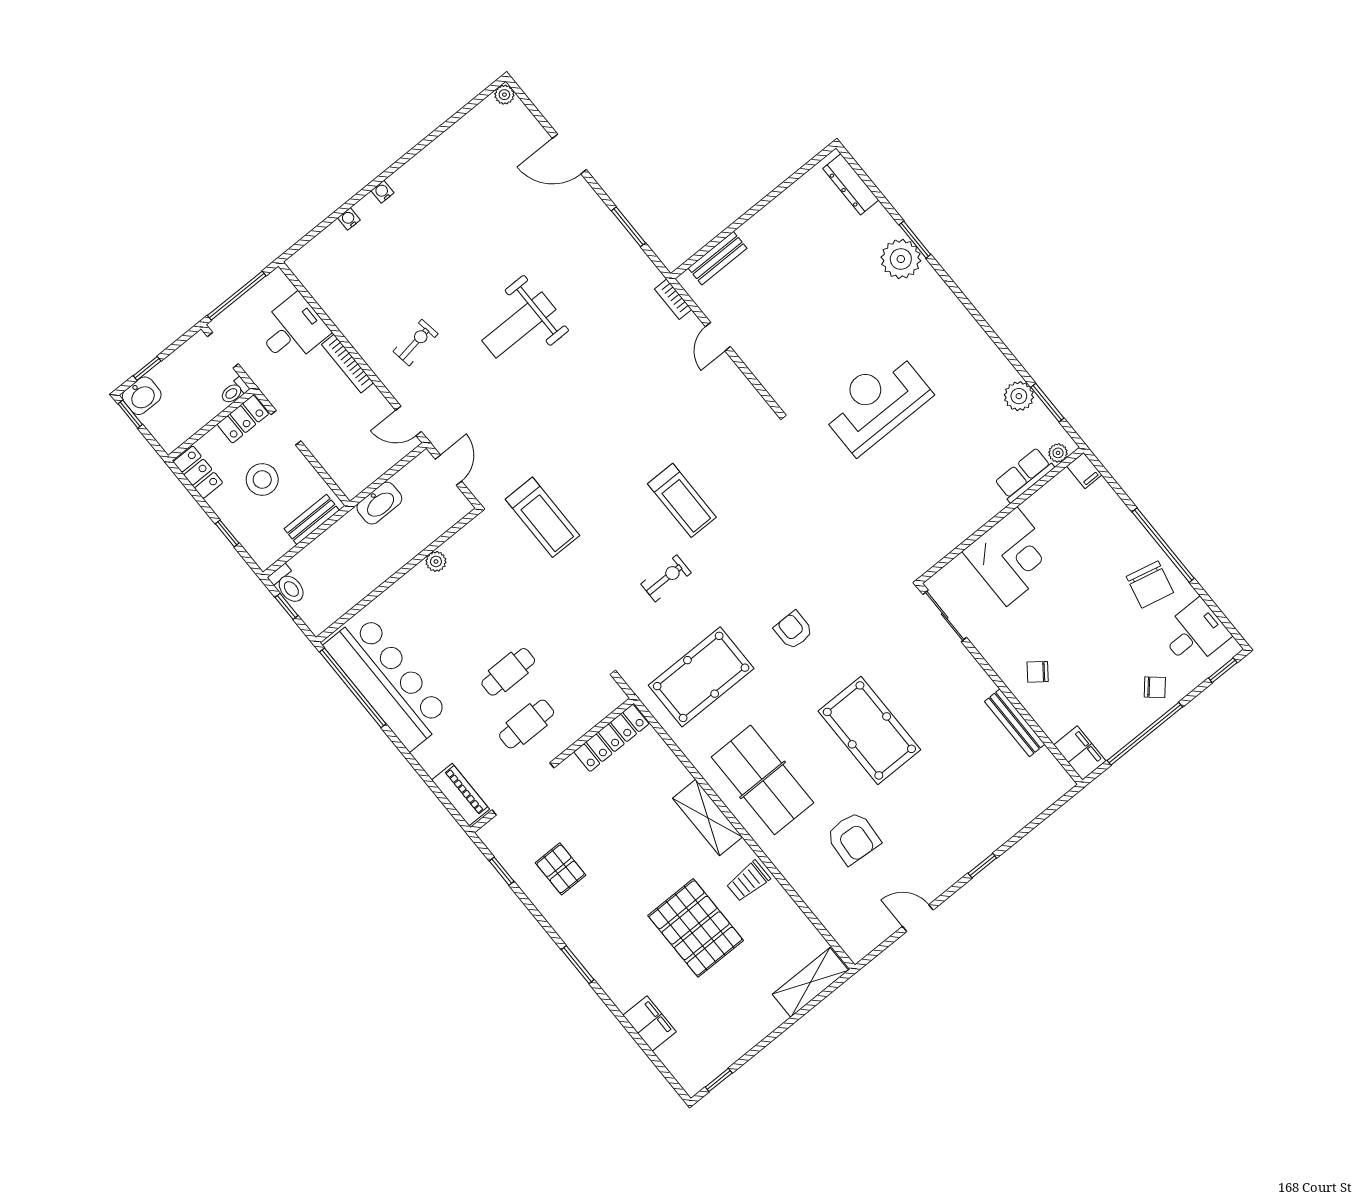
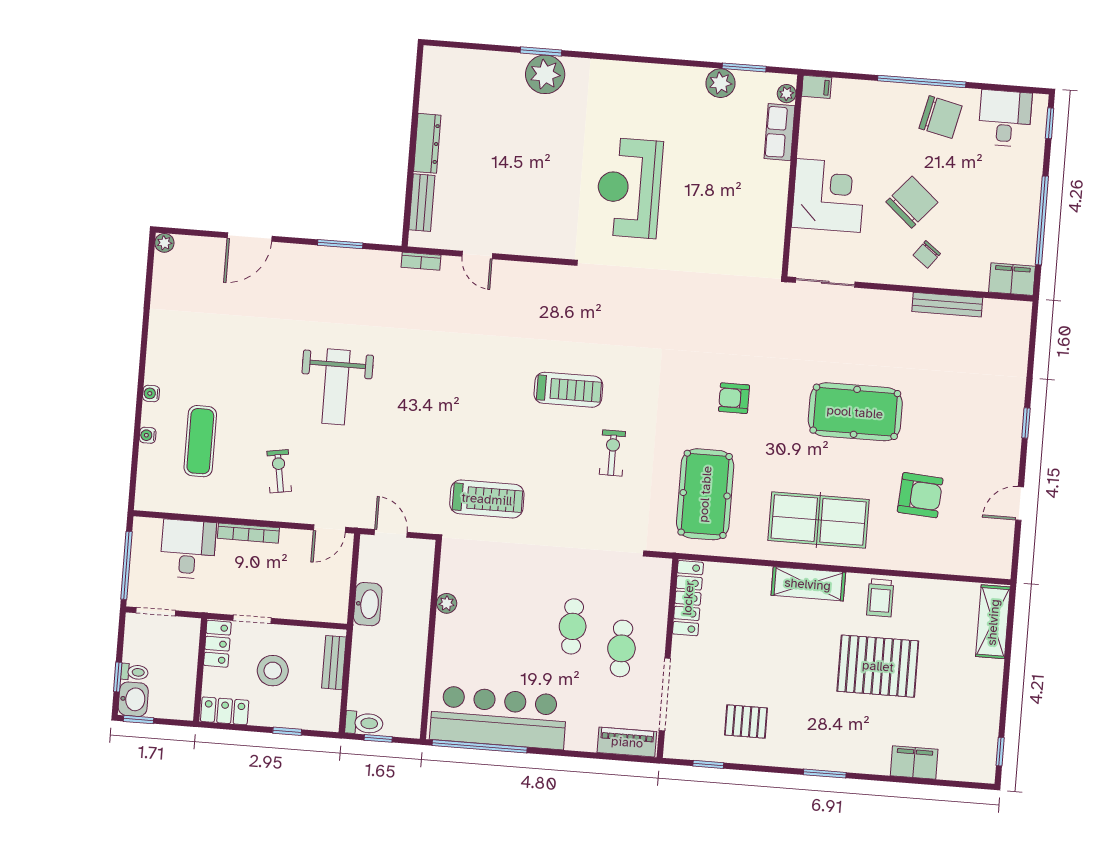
dresser: (851, 184) -> (427, 143), moved, turned -90
exercise mat: (382, 262) -> (200, 441), added
toilet: (234, 391) -> (134, 672), moved, turned -90
chair: (1155, 687) -> (912, 202), moved, width x1.87, depth x1.87

